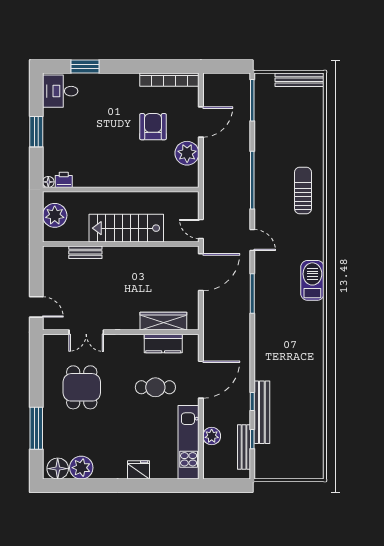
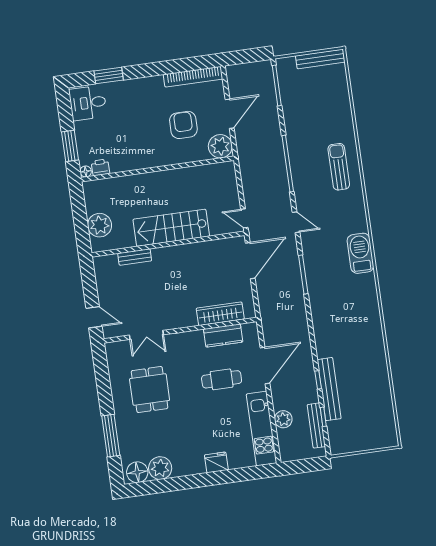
printer: (64, 180) -> (100, 167), moved
floor lamp: (48, 182) -> (86, 171), moved
wall: (121, 190) -> (158, 169), moved

